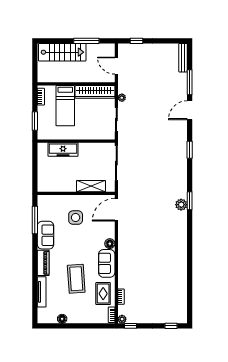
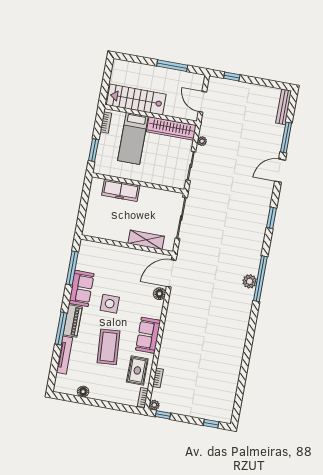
stairs: (62, 52) -> (136, 100), moved, turned 180
window: (190, 201) -> (260, 279), width x2.11
side table: (76, 218) -> (110, 304), moved
floor lamp: (110, 244) -> (159, 294), moved
window: (35, 271) -> (61, 329), added

